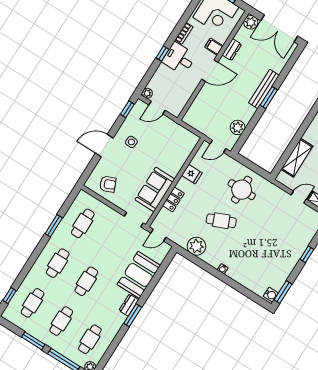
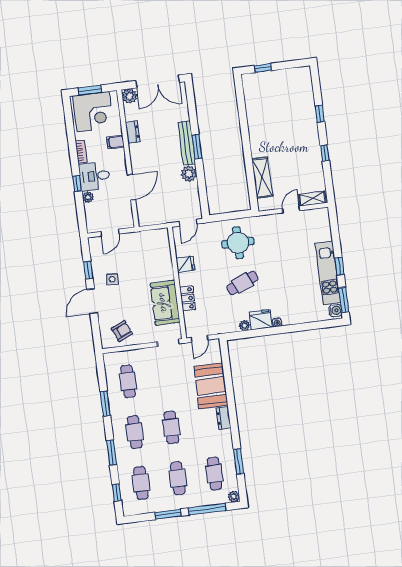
door: (210, 71) -> (132, 187), moved
plant: (147, 93) -> (88, 197), moved
window: (127, 109) -> (88, 270), moved
plant: (238, 127) -> (189, 174), moved
plant: (196, 246) -> (244, 326), width x0.53, depth x0.53
window: (307, 254) -> (339, 266), moved
fridge: (213, 257) -> (261, 320), added
window: (29, 264) -> (112, 452), added
kitchen unit: (288, 264) -> (328, 273), added
window: (133, 315) -> (239, 461), moved

